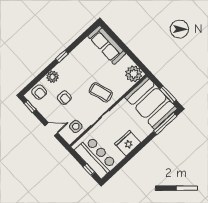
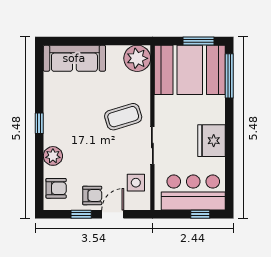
armchair: (64, 98) -> (92, 195), moved
window: (30, 106) -> (81, 214), moved

